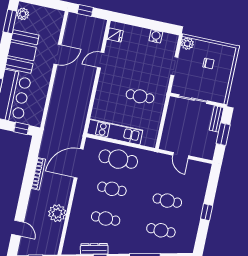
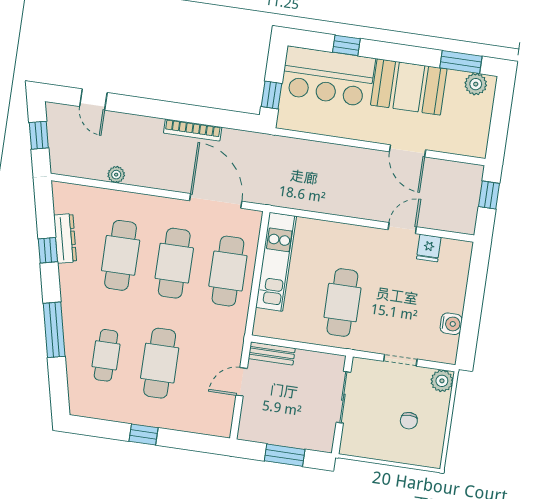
fridge: (115, 35) -> (429, 248), moved
door: (101, 60) -> (402, 228), hinge flipped
cafe table: (140, 96) -> (342, 303), width x1.37, depth x1.35
bench: (217, 119) -> (272, 353), moved
cafe table: (112, 189) -> (174, 263), width x1.37, depth x1.35
cafe table: (167, 201) -> (160, 363), width x1.37, depth x1.35
plant: (57, 213) -> (116, 175), width x0.53, depth x0.53
cafe table: (106, 219) -> (121, 255), width x1.37, depth x1.35
door: (18, 228) -> (93, 100), hinge flipped

